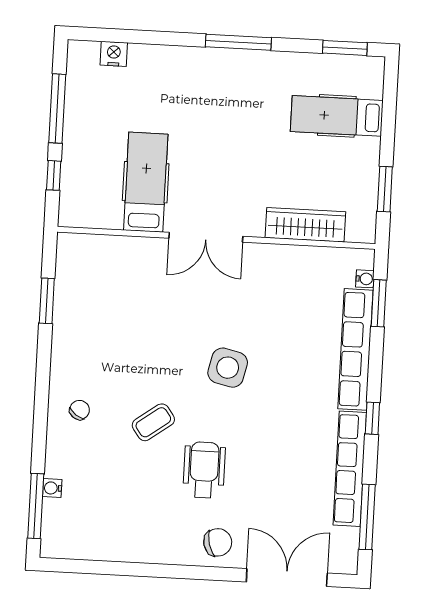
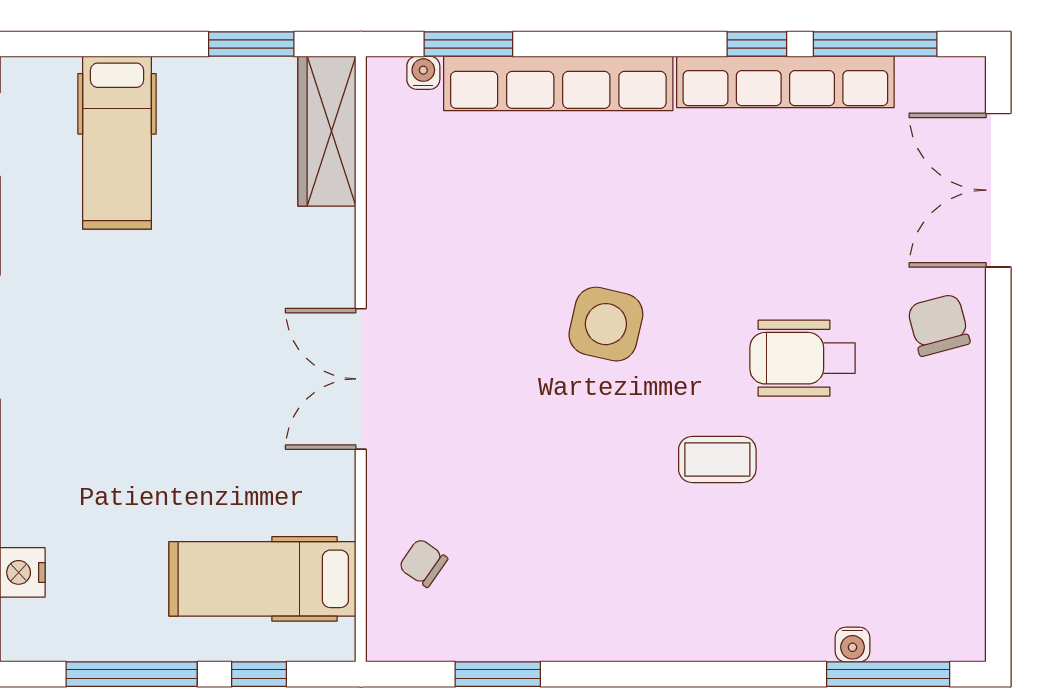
hospital bed: (146, 182) -> (262, 579), moved
wardrobe: (305, 225) -> (327, 131), moved
double door: (206, 237) -> (361, 379), swing flipped
chair: (80, 410) -> (423, 563), moved
window: (372, 418) -> (757, 44), moved
coffee table: (153, 422) -> (717, 459), turned -54

